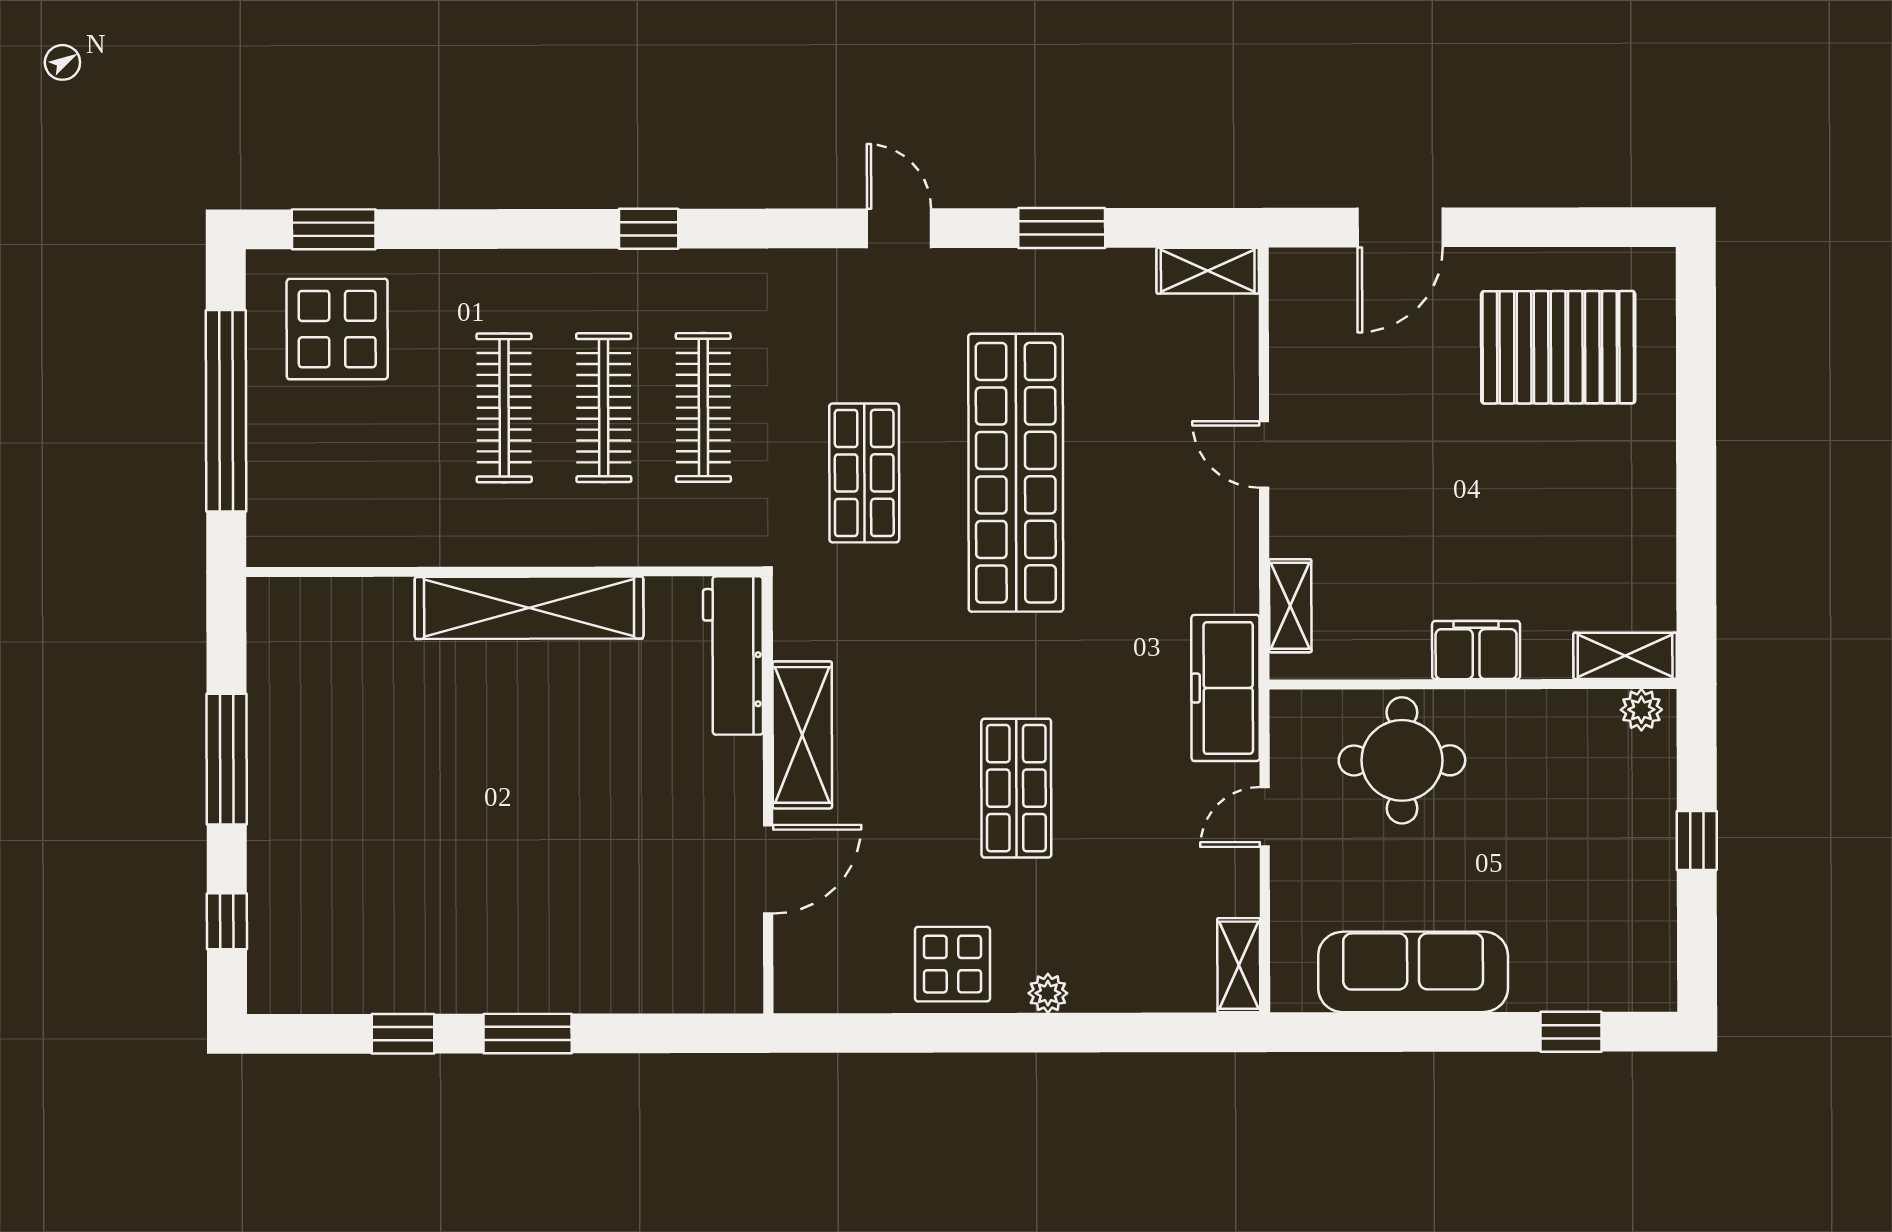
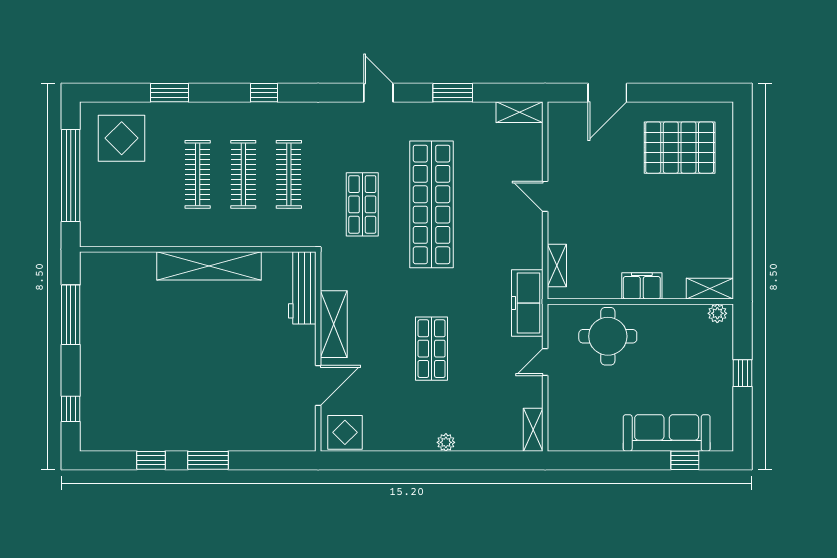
window: (334, 229) -> (170, 93), moved
window: (227, 759) -> (71, 315), moved
display table: (952, 964) -> (345, 432), moved
sofa: (1413, 972) -> (667, 433), moved

